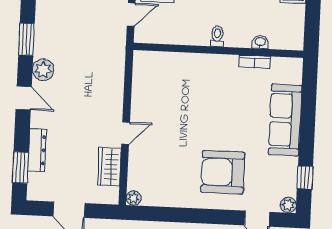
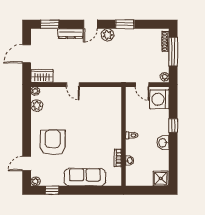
dresser: (37, 150) -> (71, 34), moved
wardrobe: (109, 167) -> (42, 76), moved
plant: (158, 196) -> (37, 106), added

